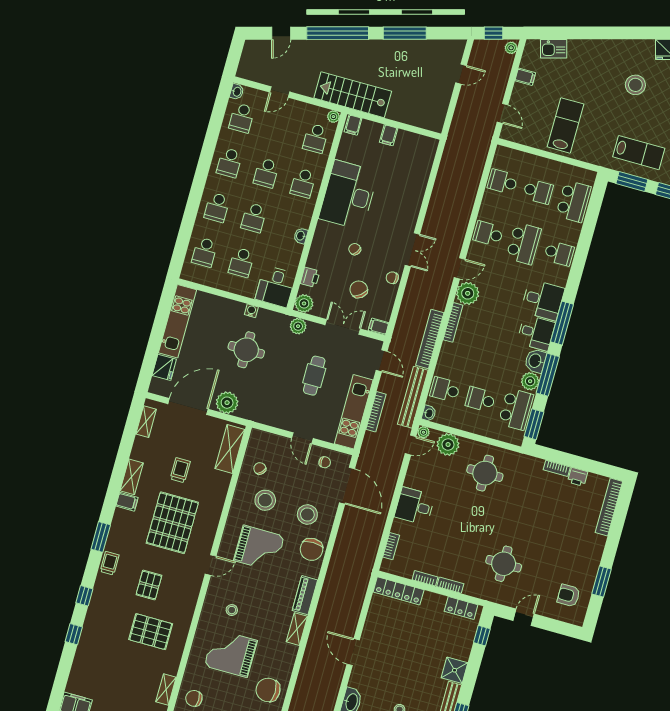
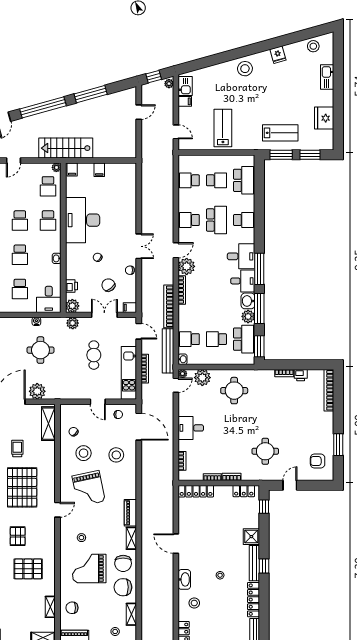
kitchen sink: (554, 49) -> (185, 86), moved, turned -74
stool: (635, 85) -> (245, 69), moved
grand piano: (259, 548) -> (89, 488), turned 78
chair: (311, 549) -> (123, 563), moved

